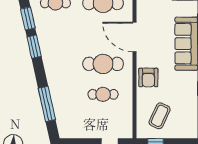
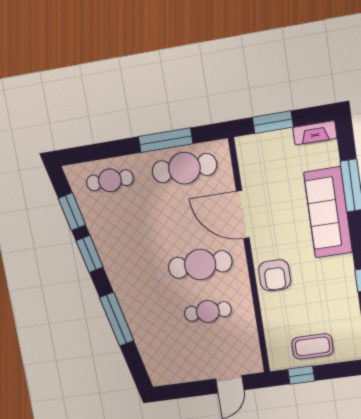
window: (47, 104) -> (117, 319), moved
coffee table: (160, 116) -> (312, 346), moved, turned 65

